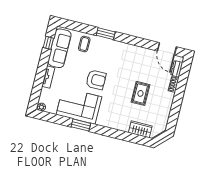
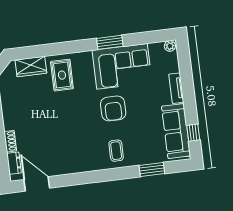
window: (106, 34) -> (152, 170), moved
coffee table: (84, 44) -> (116, 151), moved
armchair: (96, 80) -> (113, 108), turned -90
rug: (140, 93) -> (62, 75), moved

